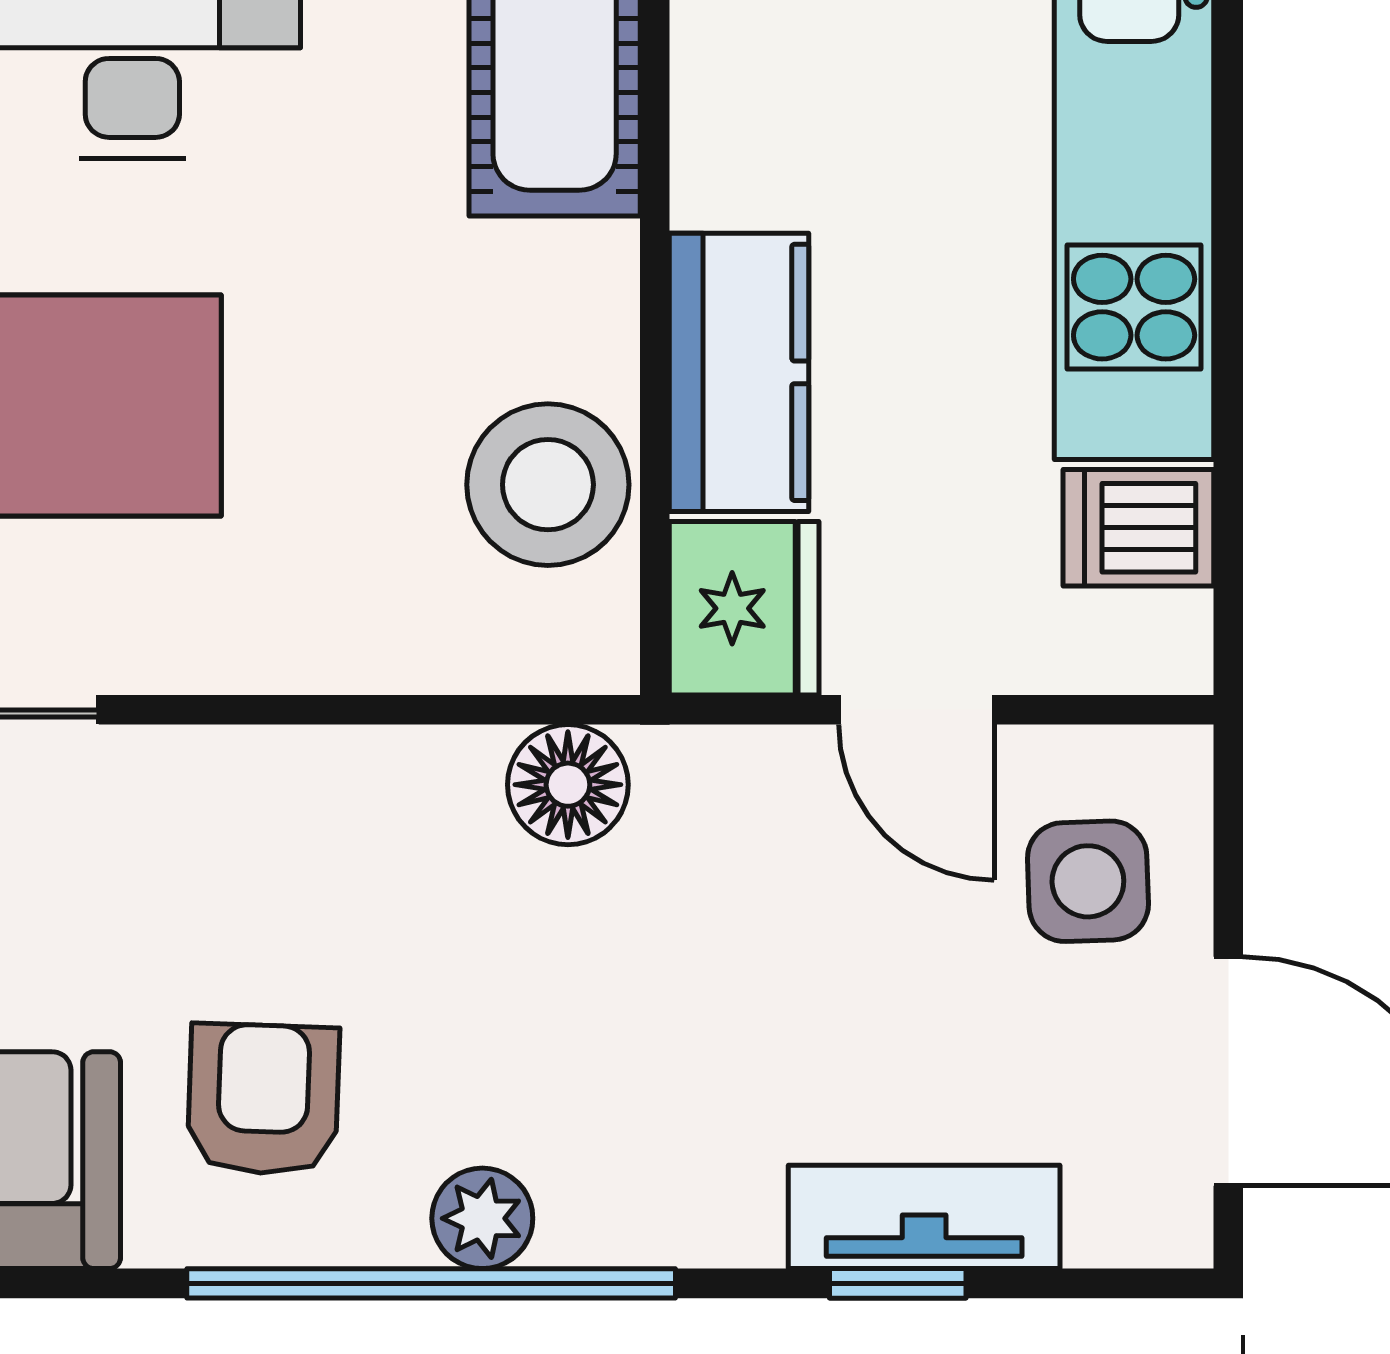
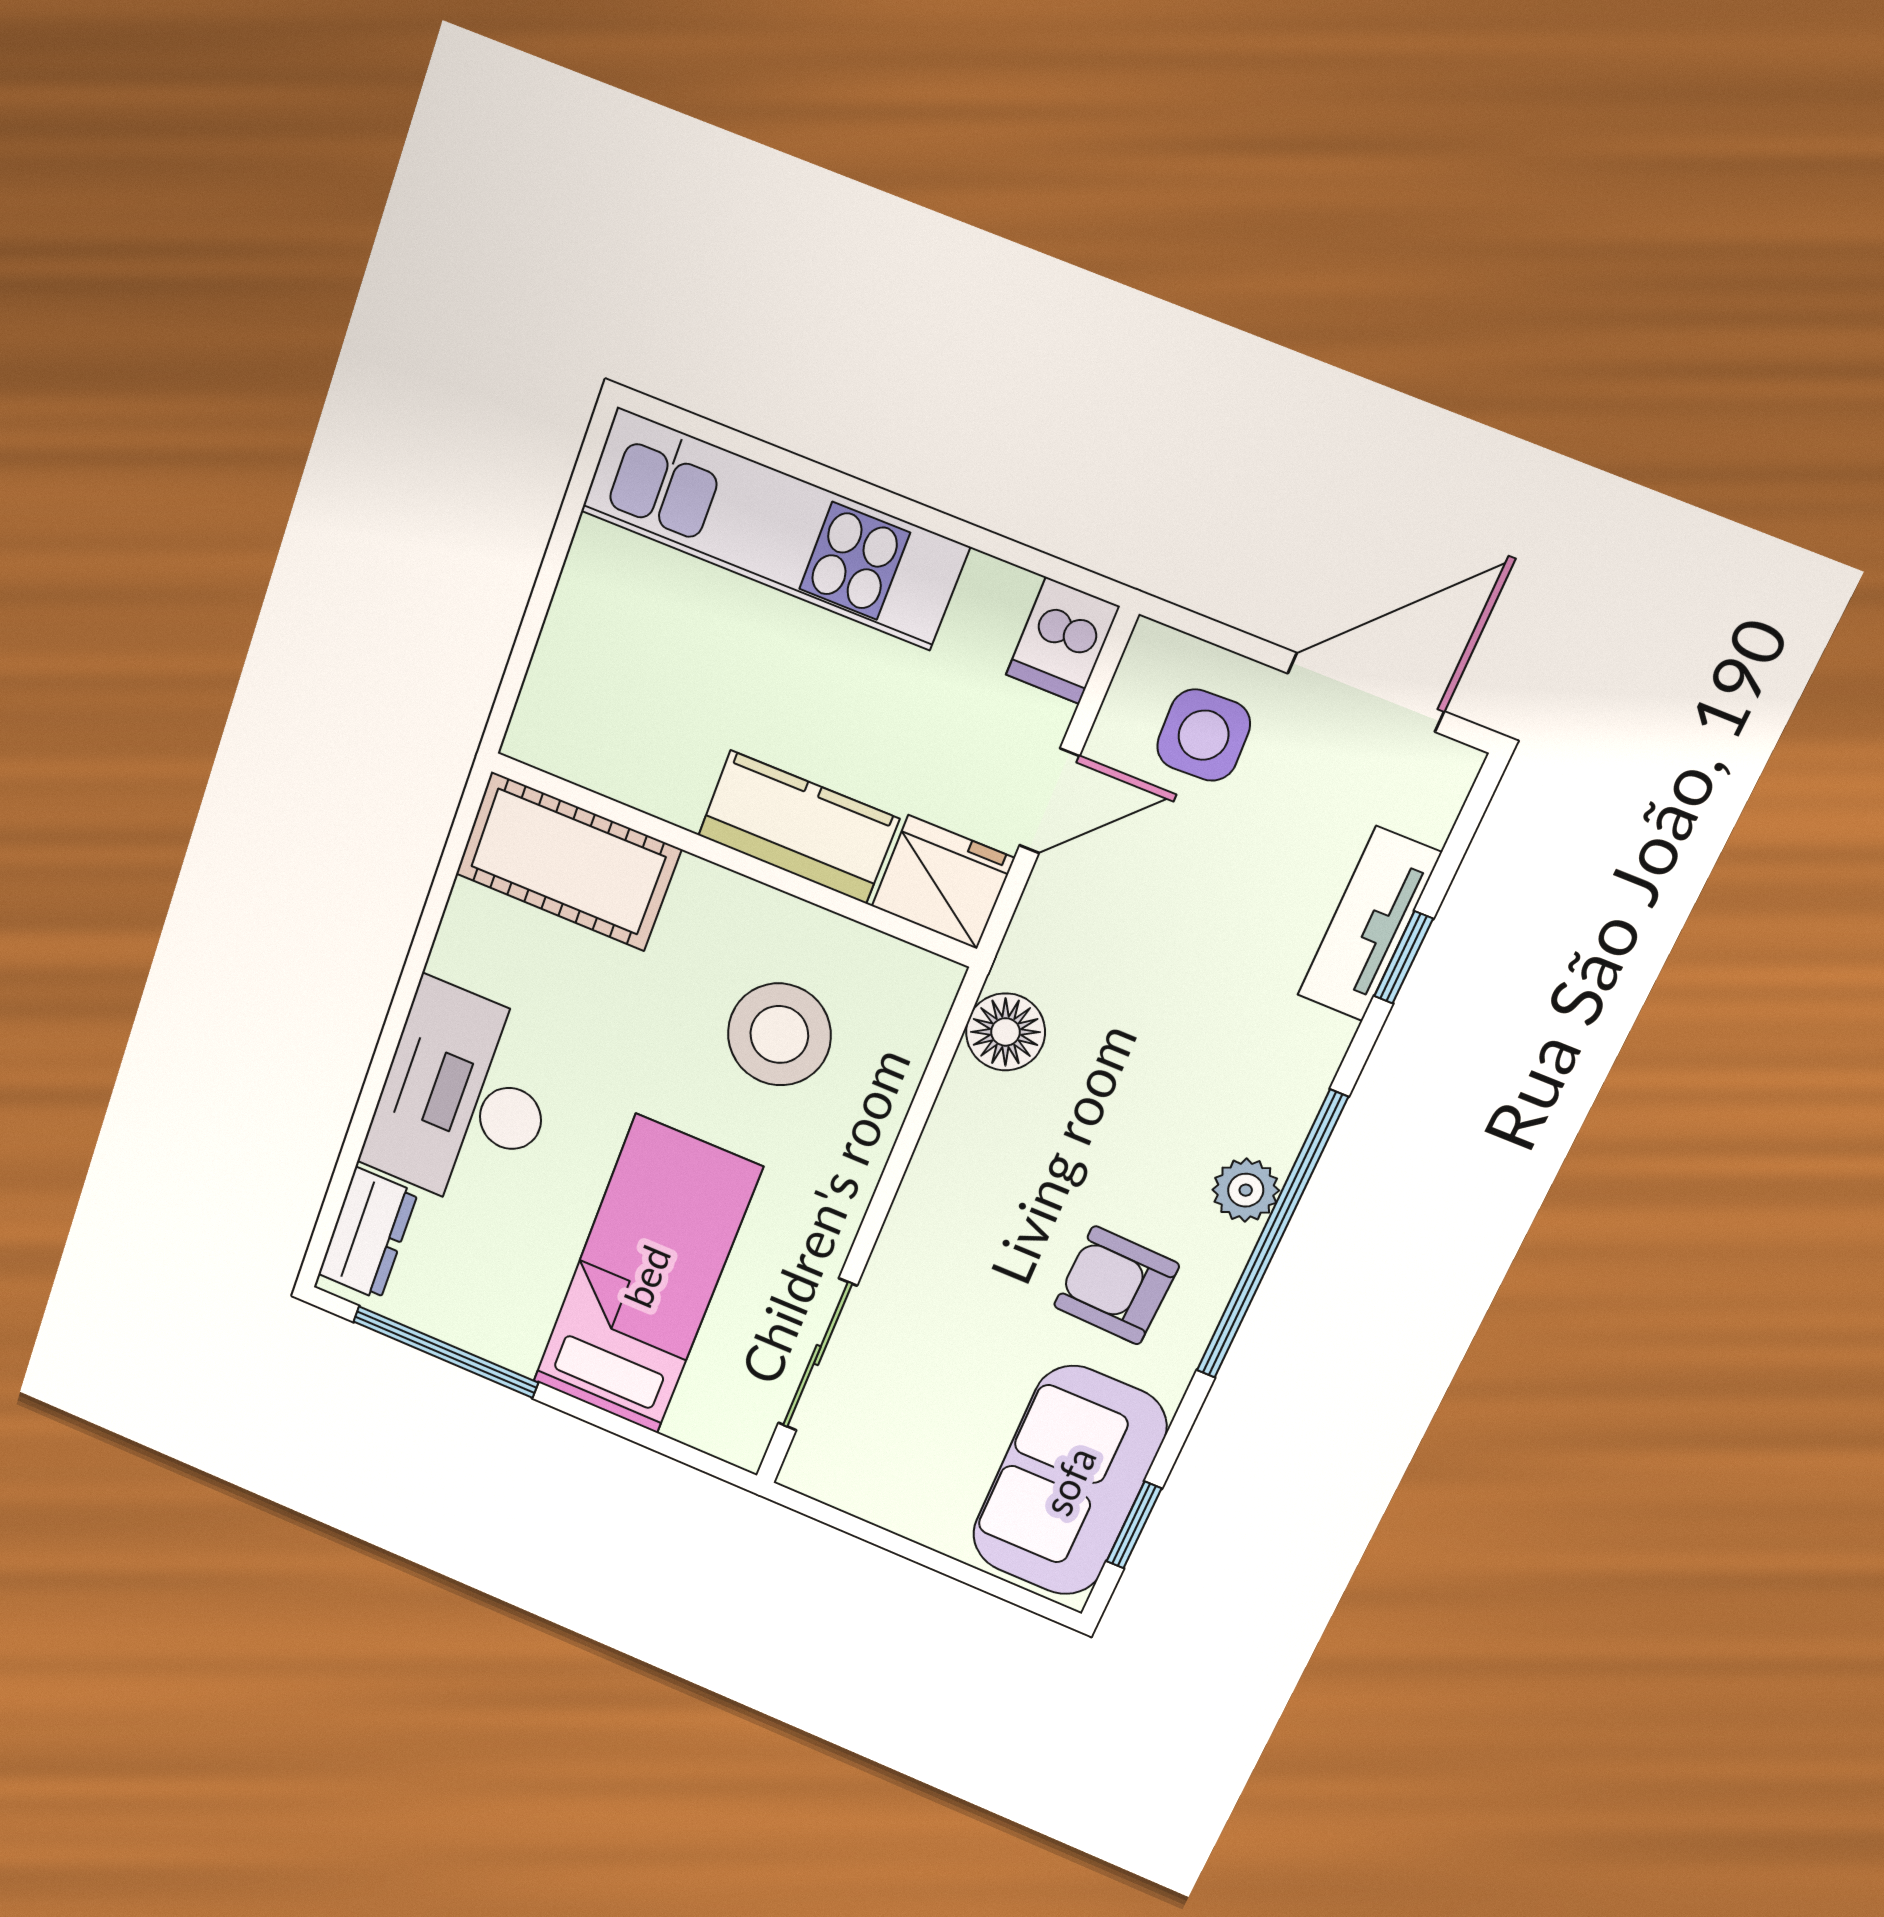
stool: (548, 485) -> (779, 1035), moved
dishwasher: (1138, 528) -> (1063, 641), moved

